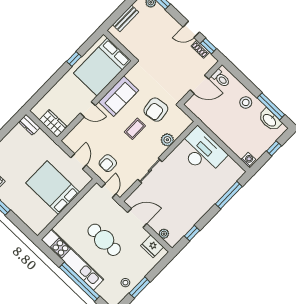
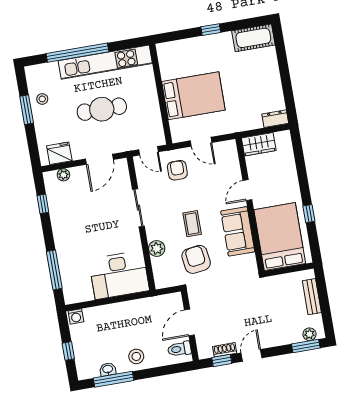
washbasin: (270, 120) -> (108, 369), width x0.52, depth x0.69

